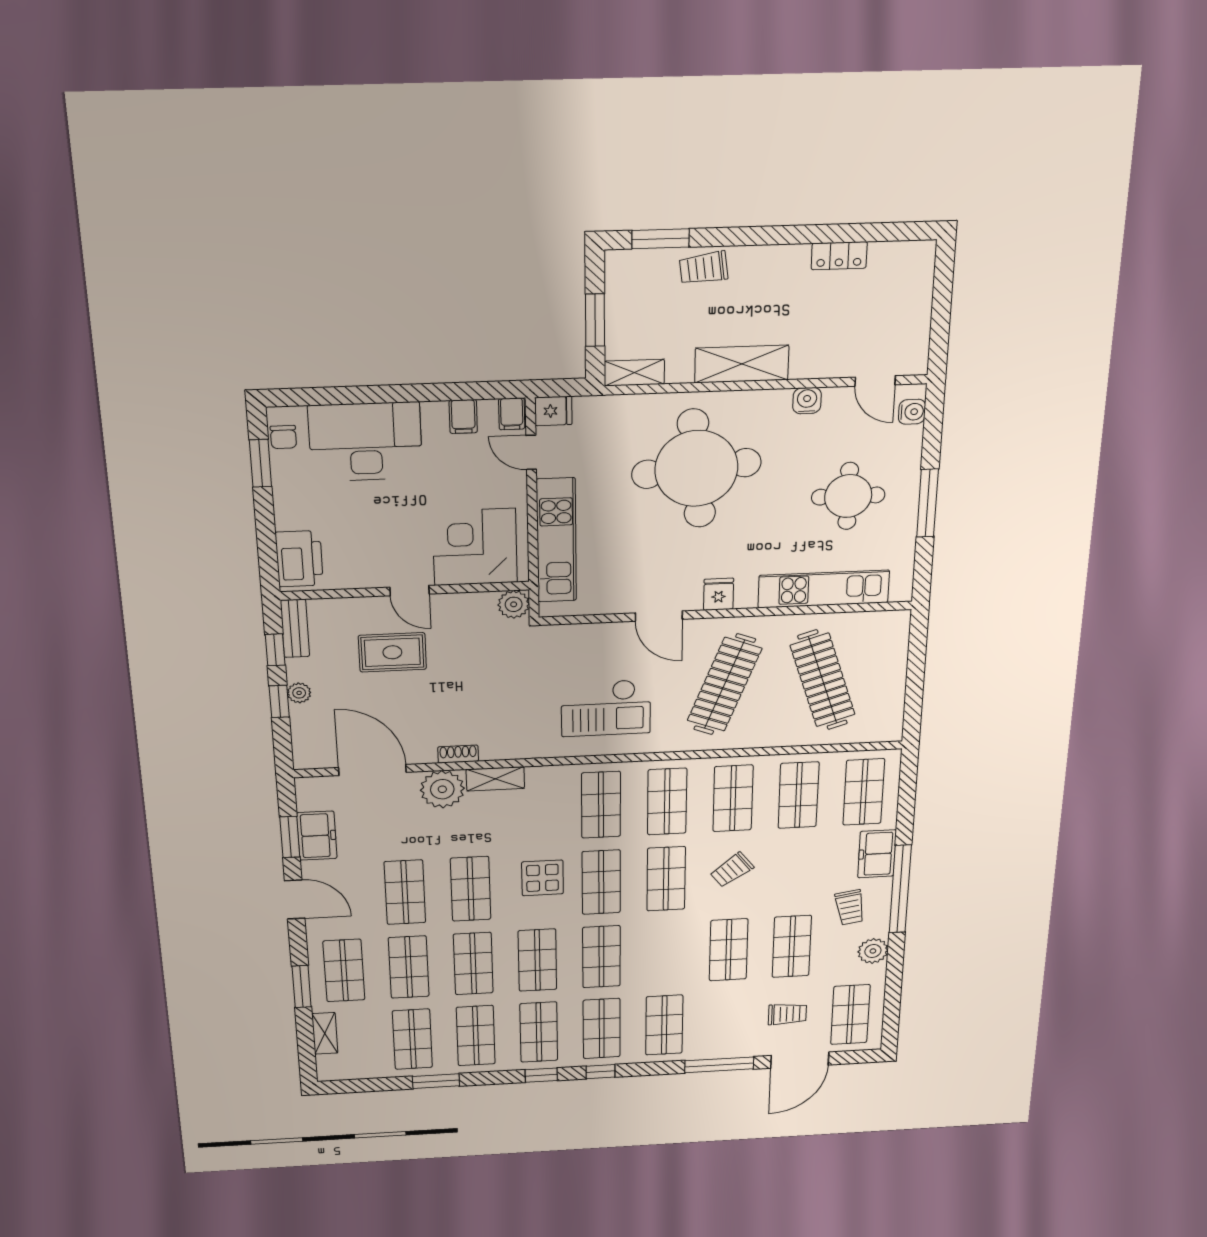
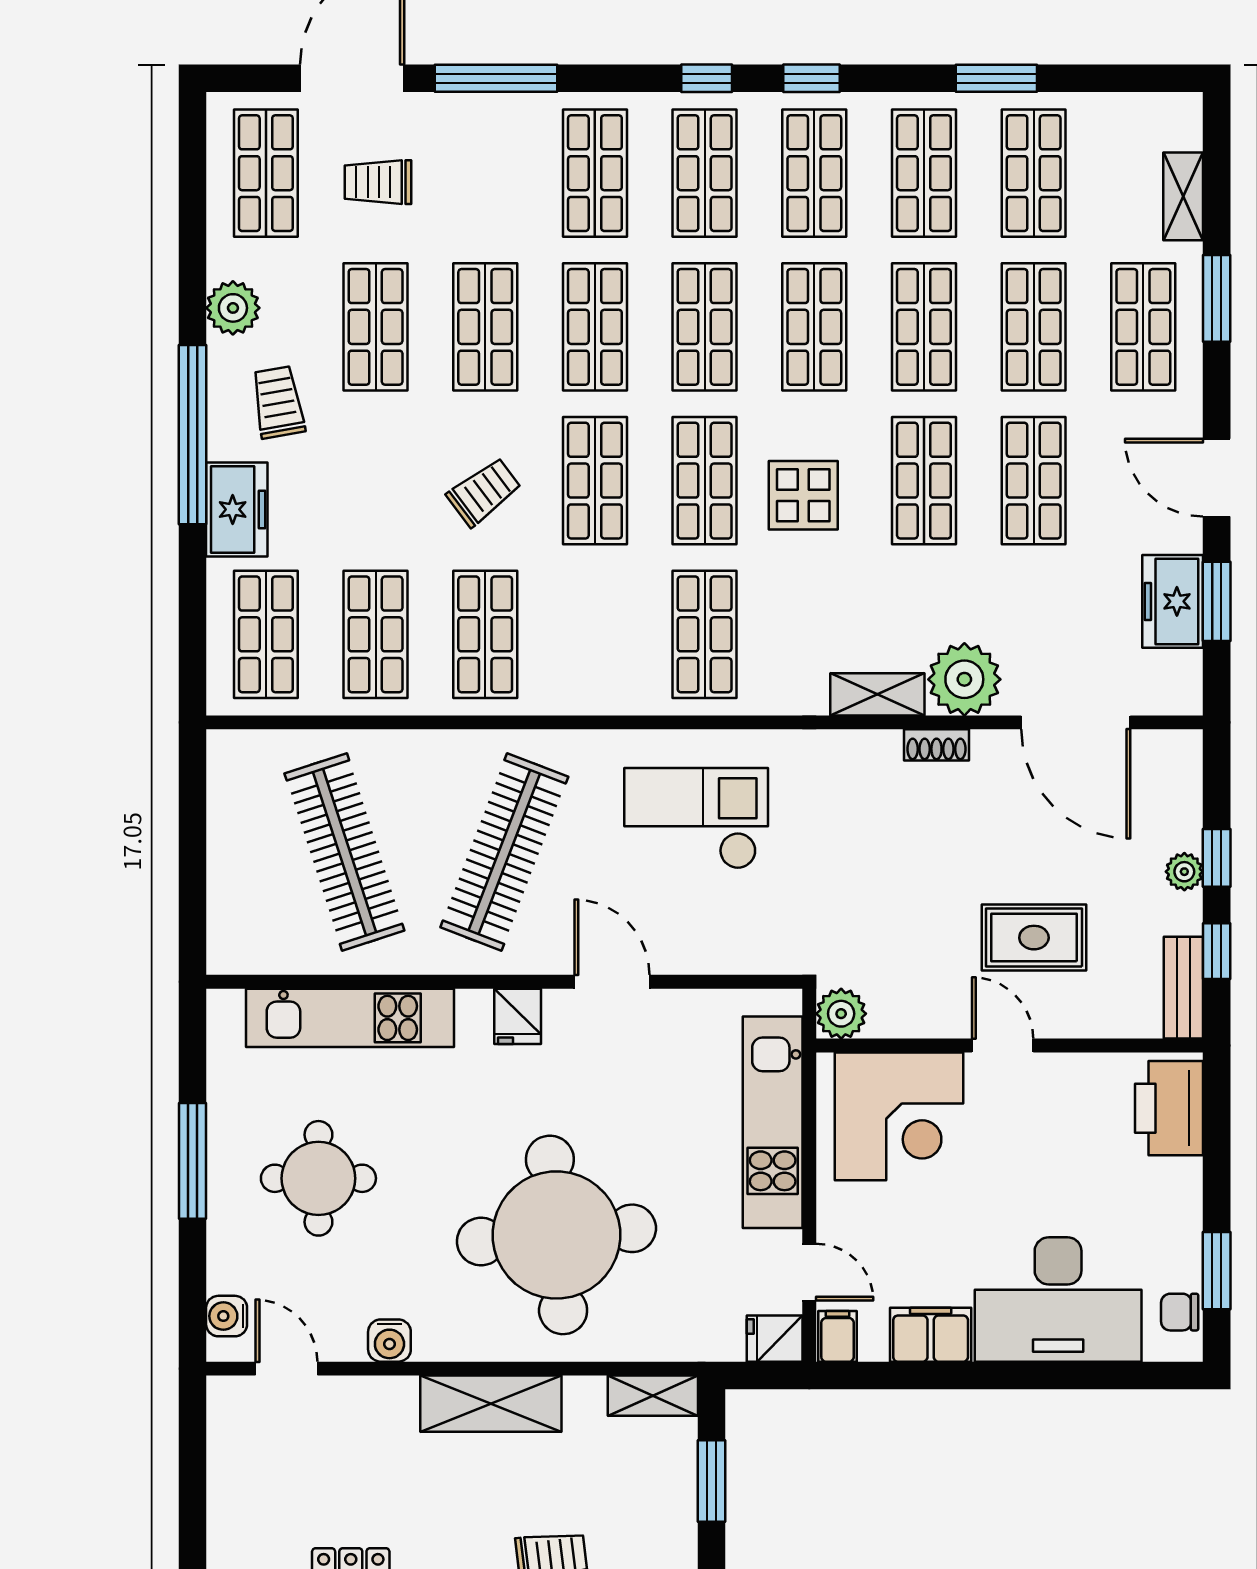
filing cabinet: (463, 417) -> (931, 1335), width x2.00
chair: (283, 437) -> (1180, 1312), turned -90
shop shelf: (667, 802) -> (595, 327), moved

